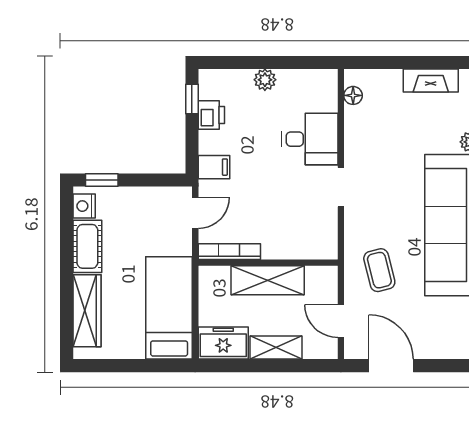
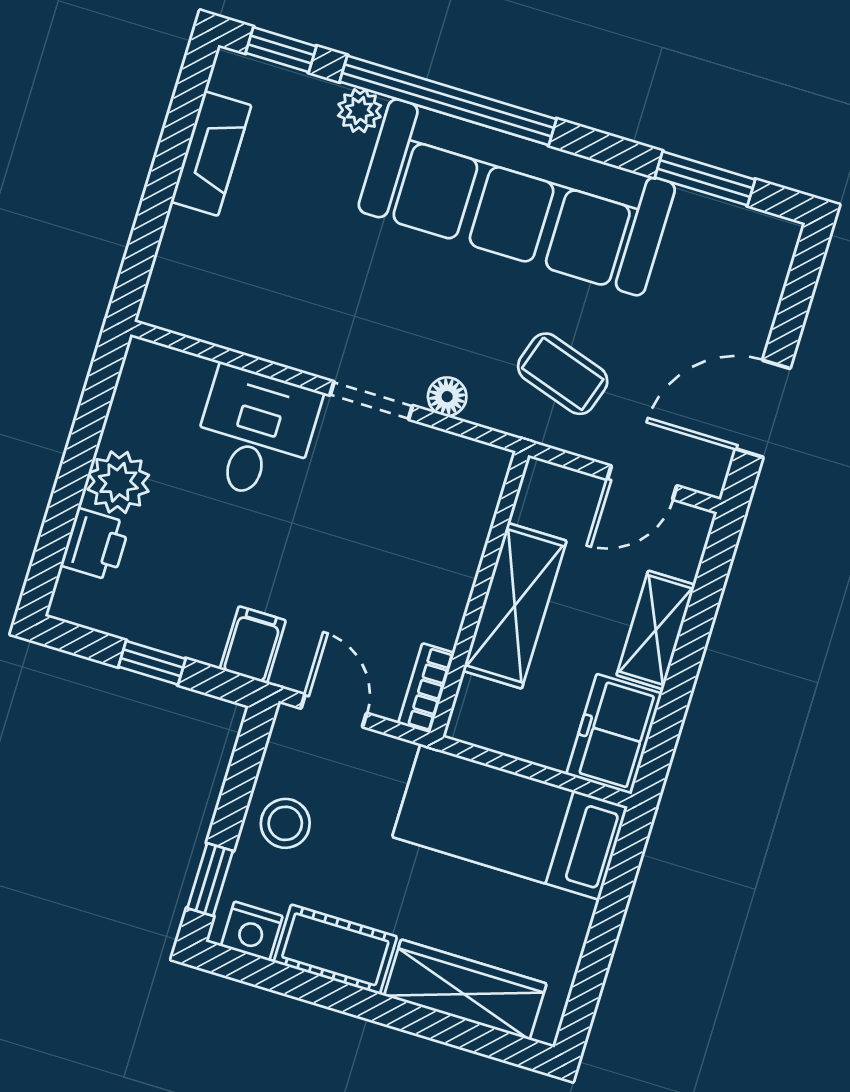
plant: (265, 80) -> (118, 482), width x1.38, depth x1.38
floor lamp: (353, 95) -> (447, 397), moved
window: (192, 99) -> (152, 663), moved
printer: (211, 115) -> (95, 544), moved, turned 90
stool: (137, 206) -> (285, 823), added
bookcase: (229, 252) -> (426, 688), width x0.64
coffee table: (379, 270) -> (563, 374), turned 32

